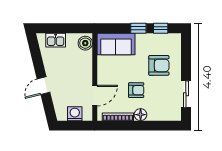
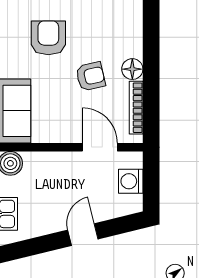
door: (44, 86) -> (83, 235), swing flipped
armchair: (136, 90) -> (91, 76), turned 77

